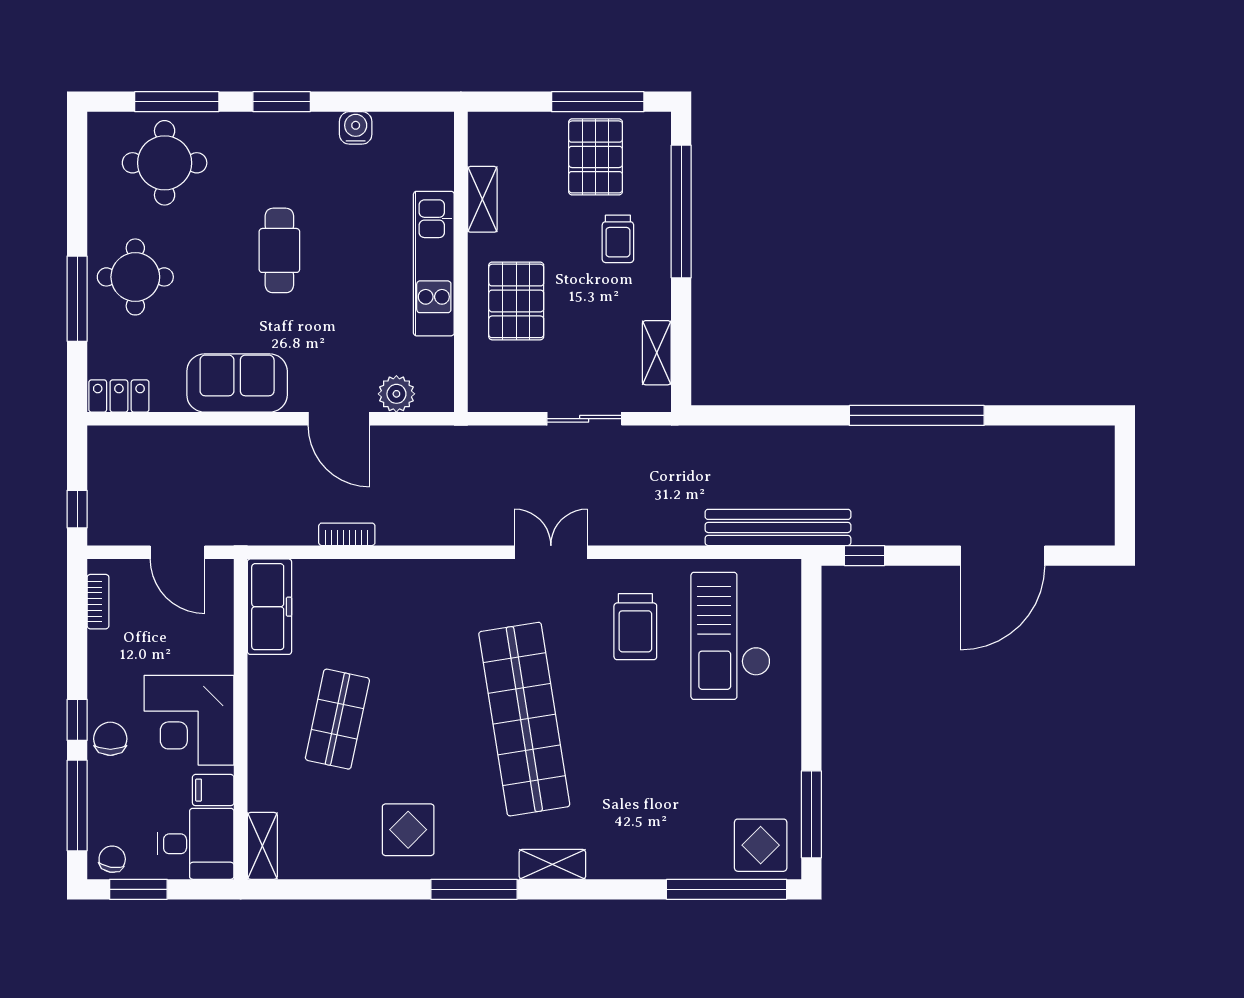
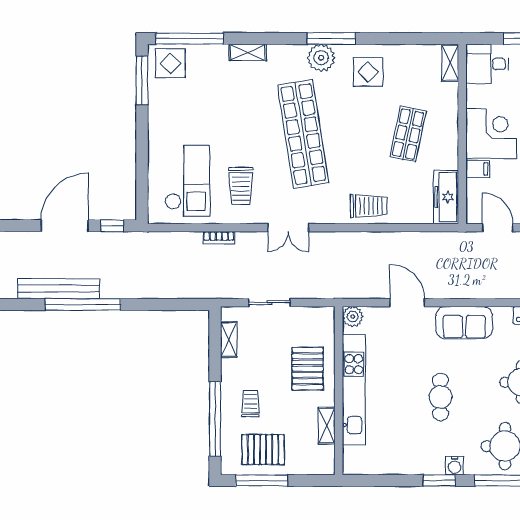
water cooler: (356, 128) -> (455, 466), moved
pallet: (596, 157) -> (263, 449), turned 90
kitchen unit: (434, 264) -> (354, 390), width x1.36
plant: (396, 394) -> (353, 317), moved
bench: (778, 527) -> (58, 289), moved
bookcase: (347, 534) -> (219, 238), moved
door: (1003, 556) -> (65, 226), moved
trolley: (407, 591) -> (369, 206), added
trolley: (635, 627) -> (241, 186), turned 180
filing cabinet: (213, 790) -> (478, 169), moved
plant: (492, 855) -> (321, 58), added
shelving: (552, 864) -> (248, 52), moved

